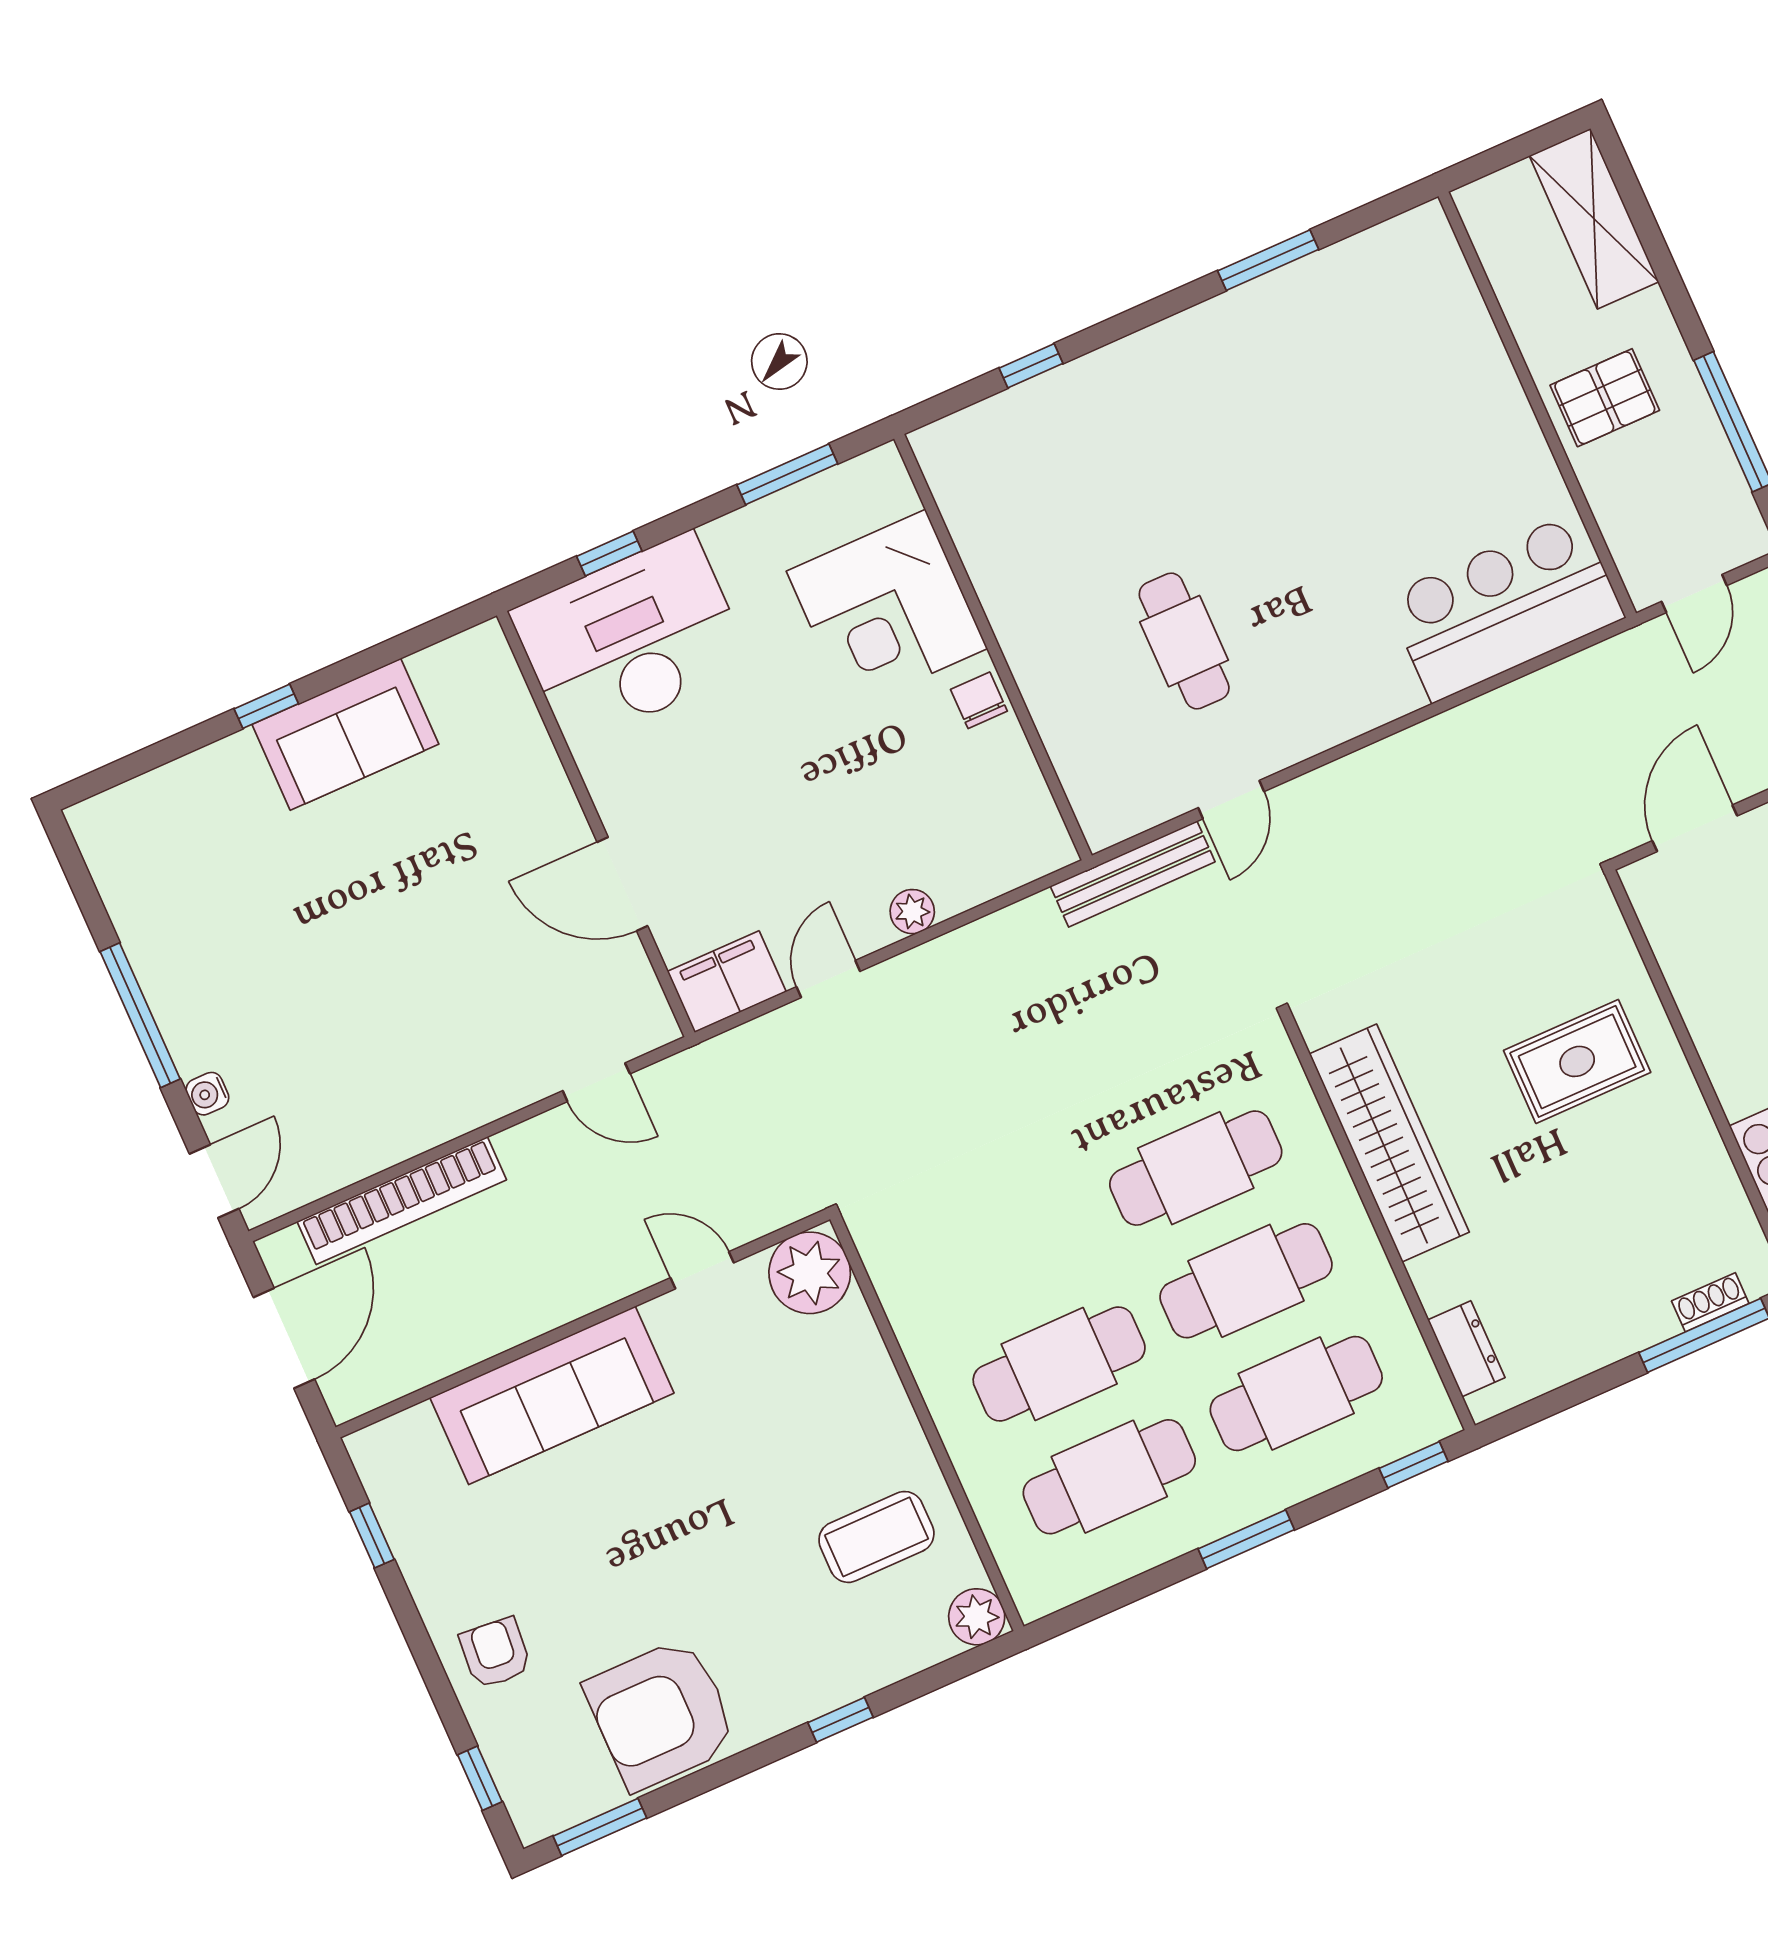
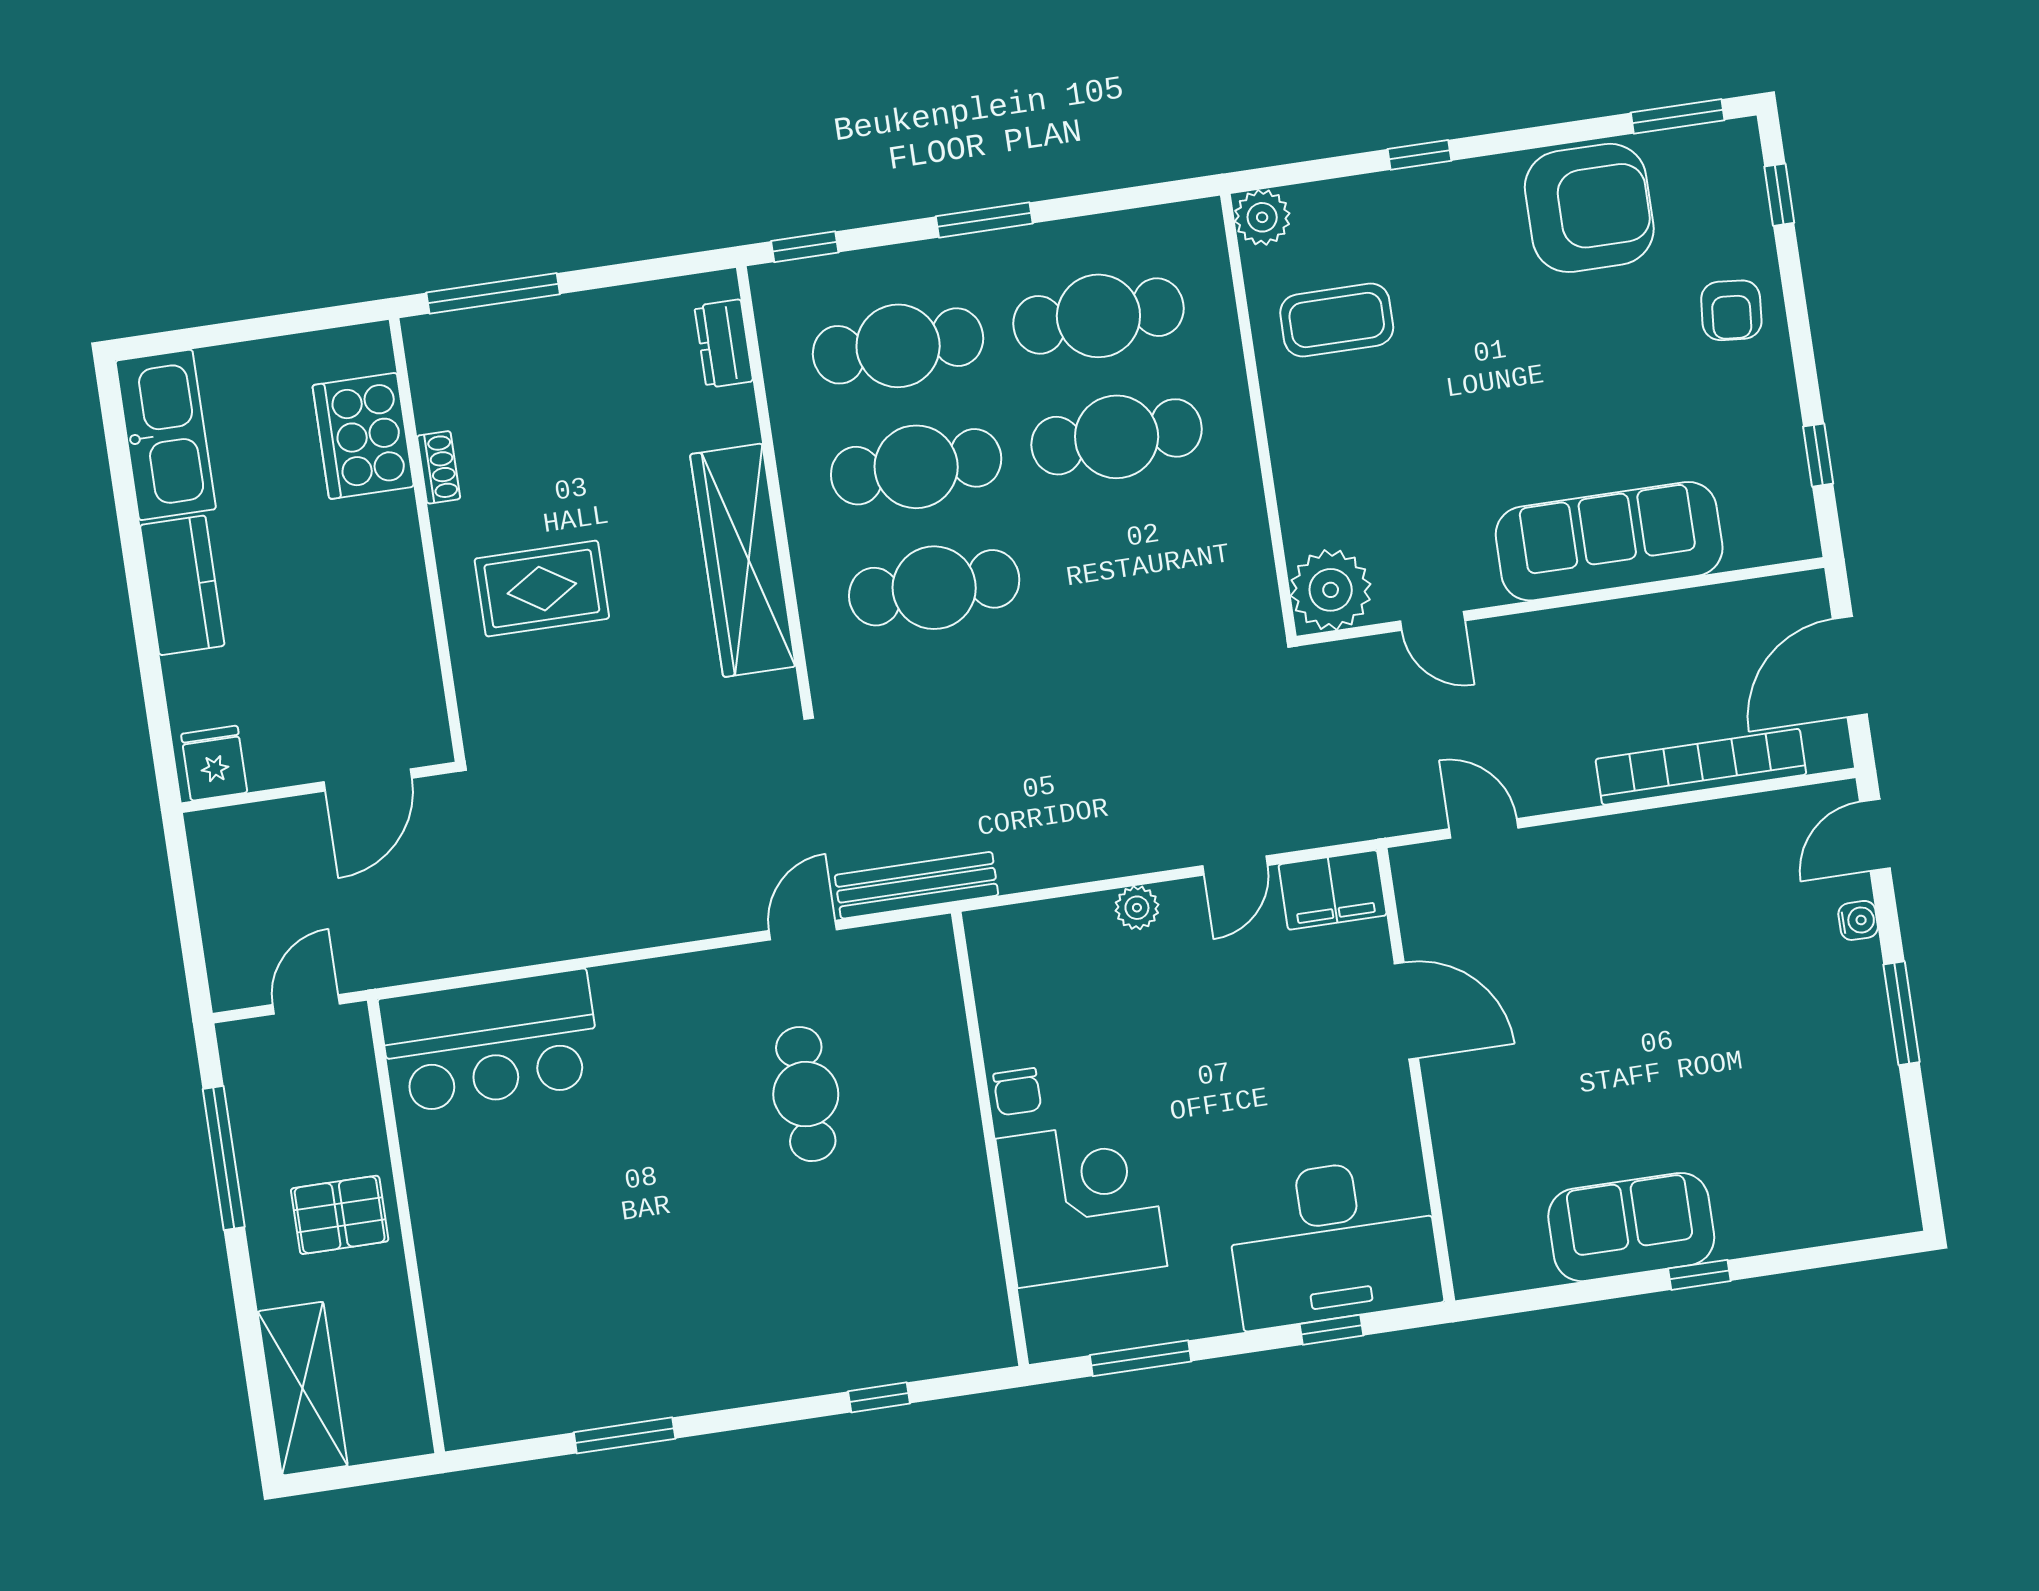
window: (140, 1015) -> (1902, 1013), width x0.69
shoe rack: (1710, 1302) -> (439, 467), moved, turned -90

